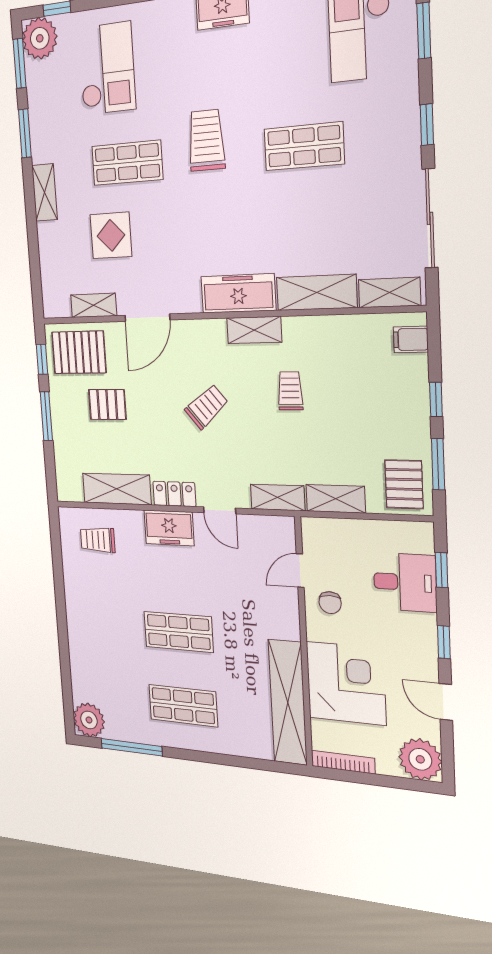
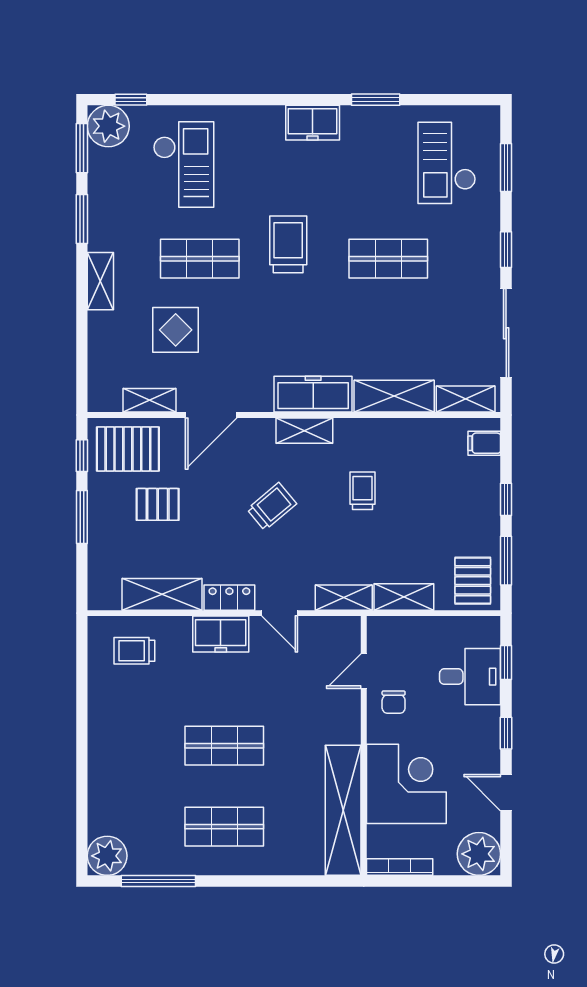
shelving: (254, 330) -> (304, 431), moved

